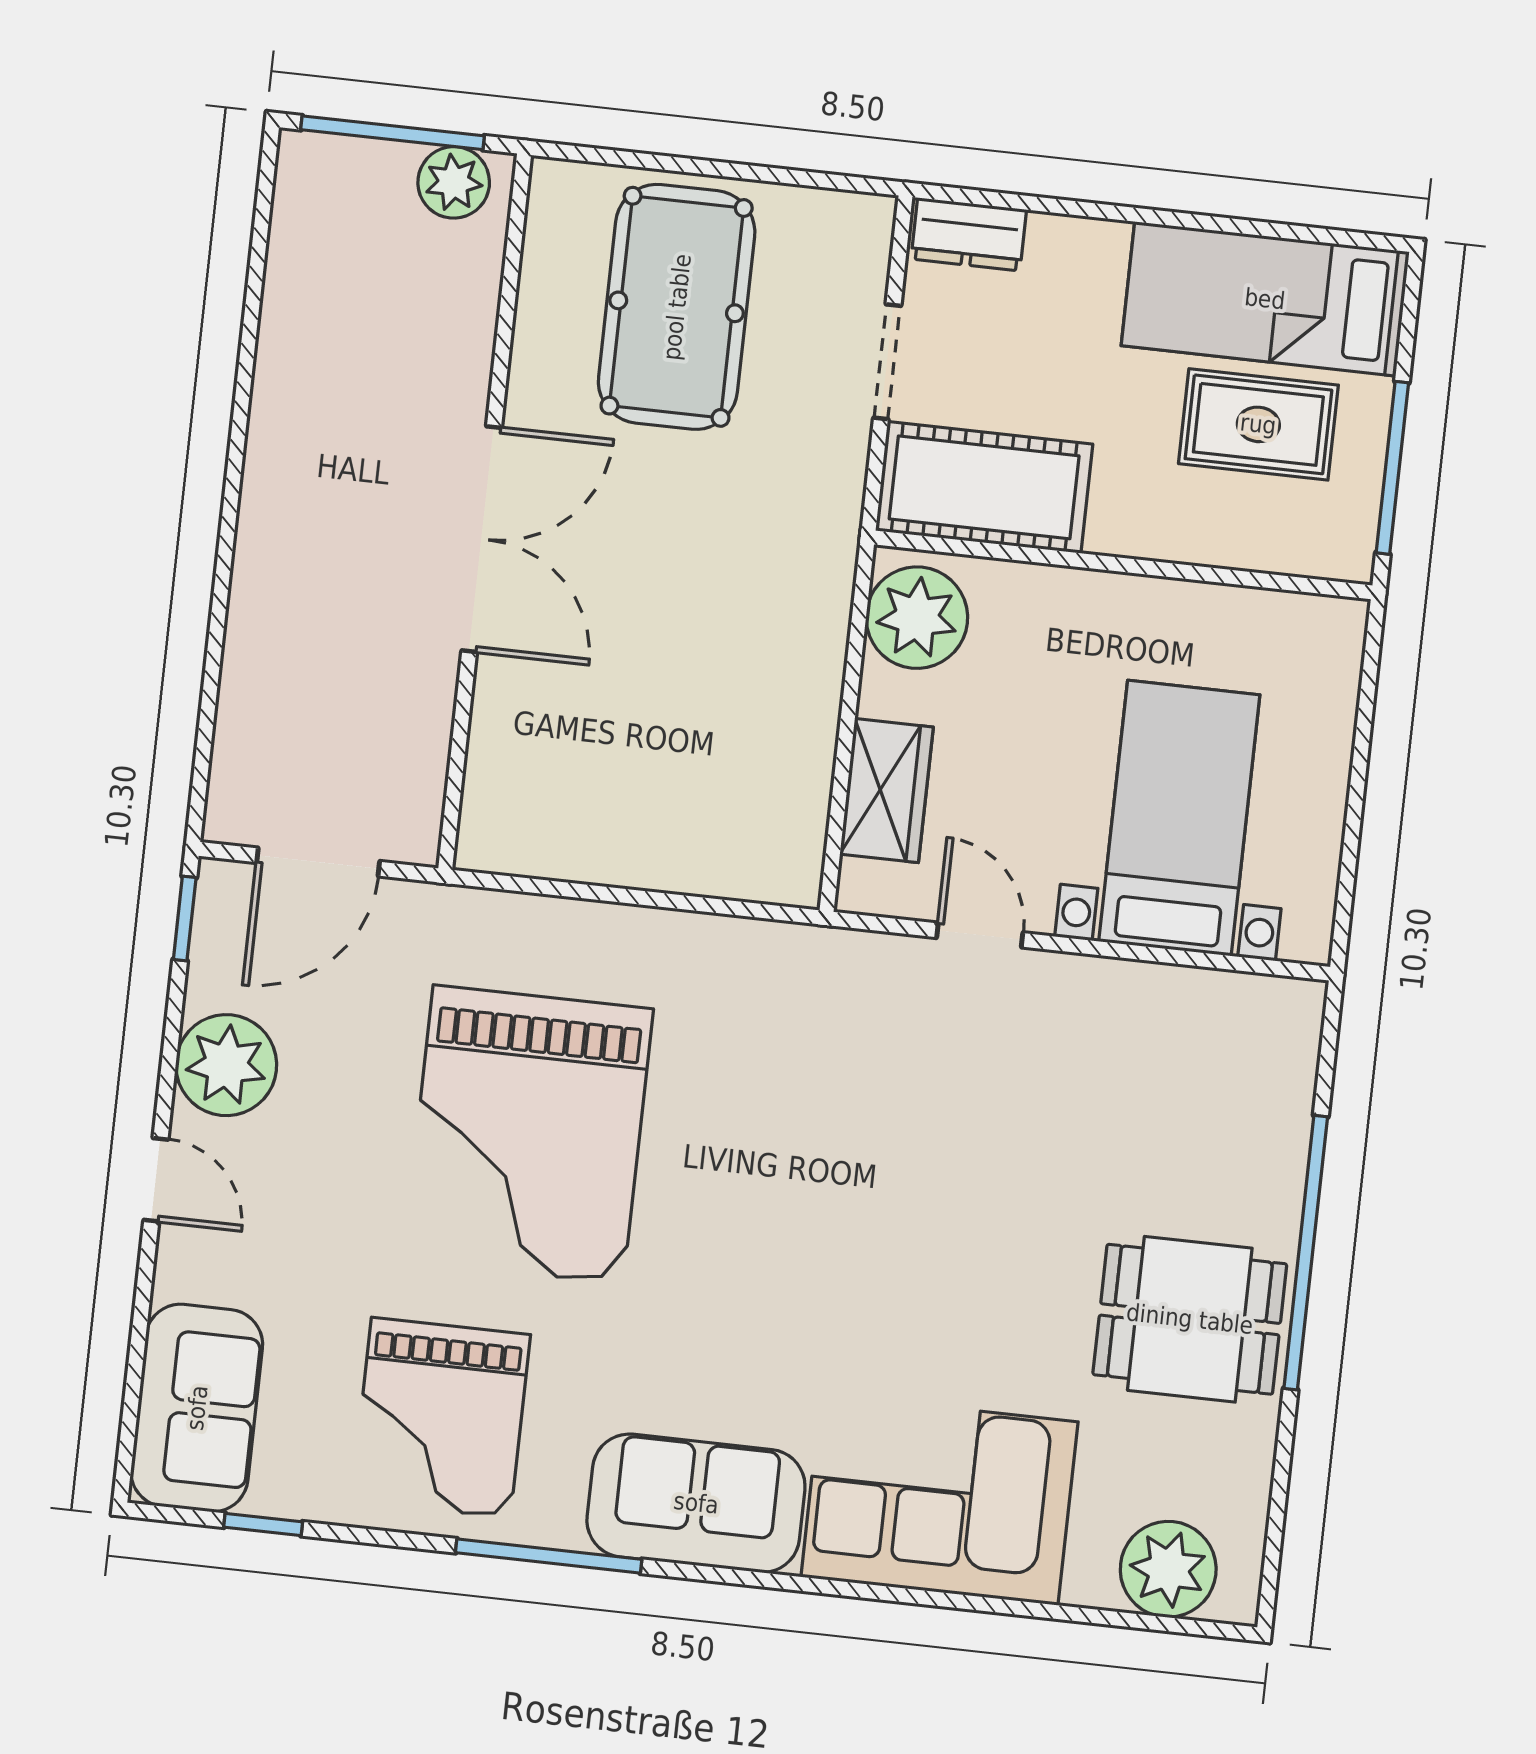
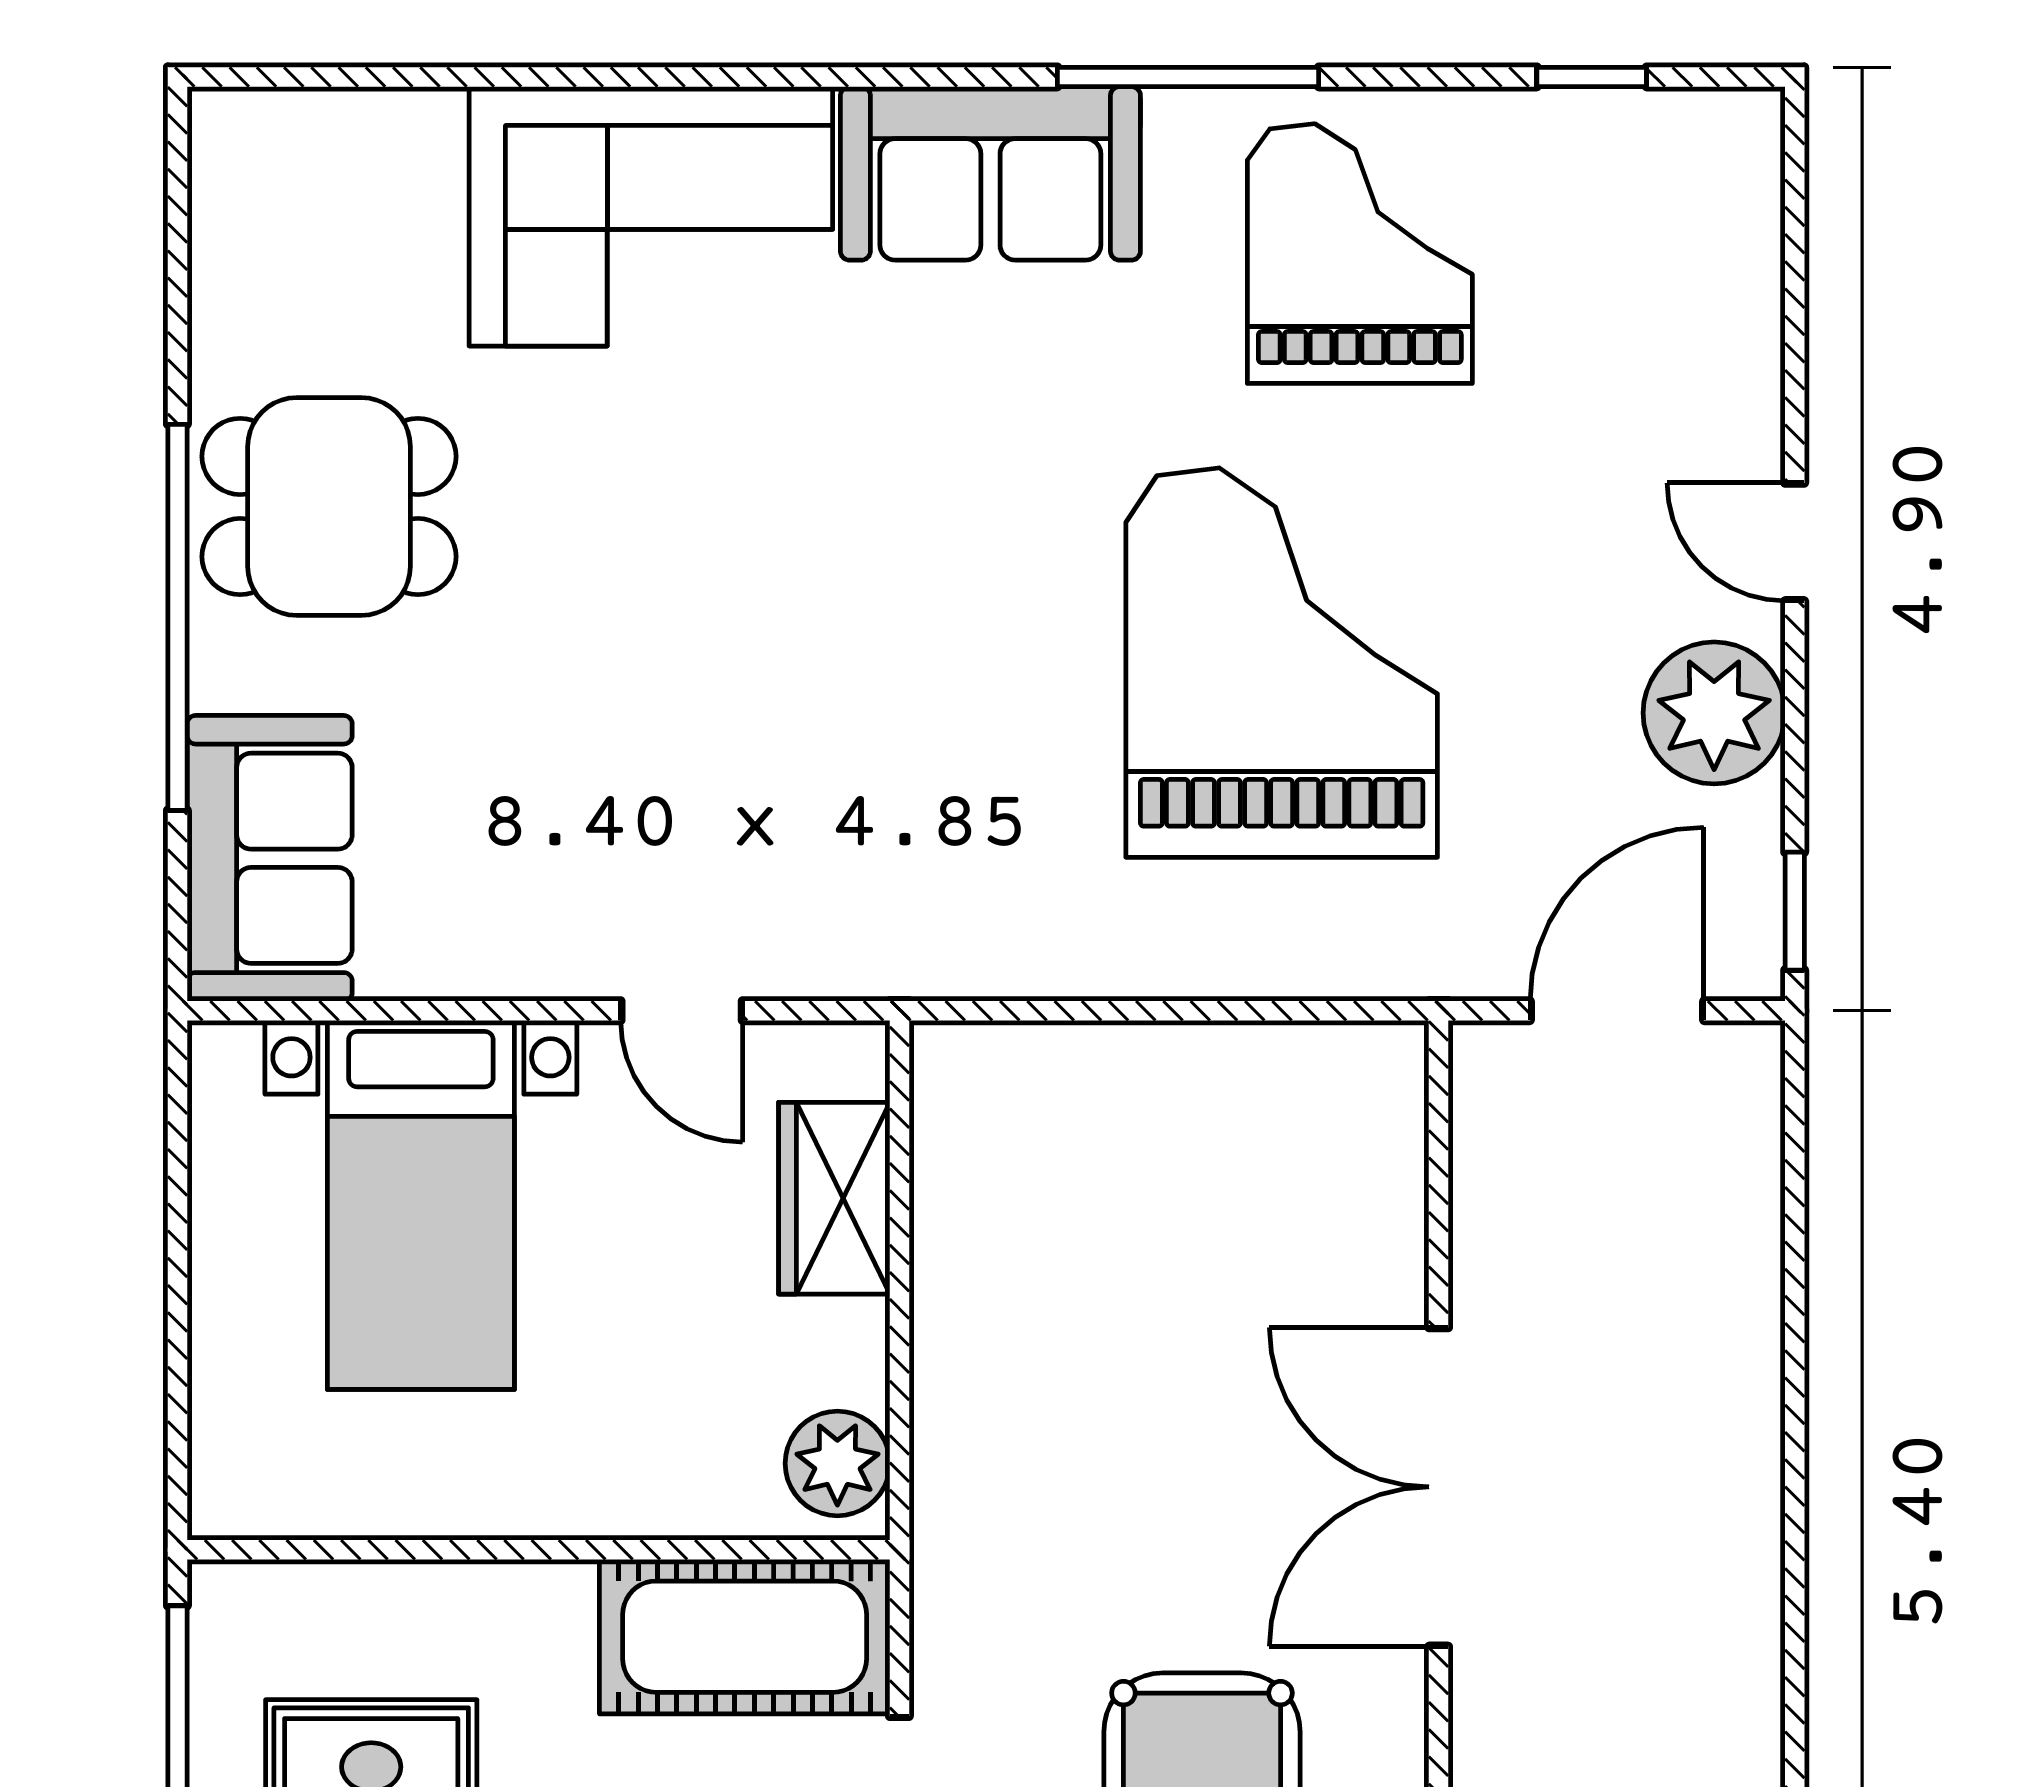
plant: (917, 618) -> (837, 1463), width x0.73, depth x0.73
sofa: (197, 1408) -> (270, 858), moved, turned 180
plant: (1168, 1569) -> (321, 154), removed

